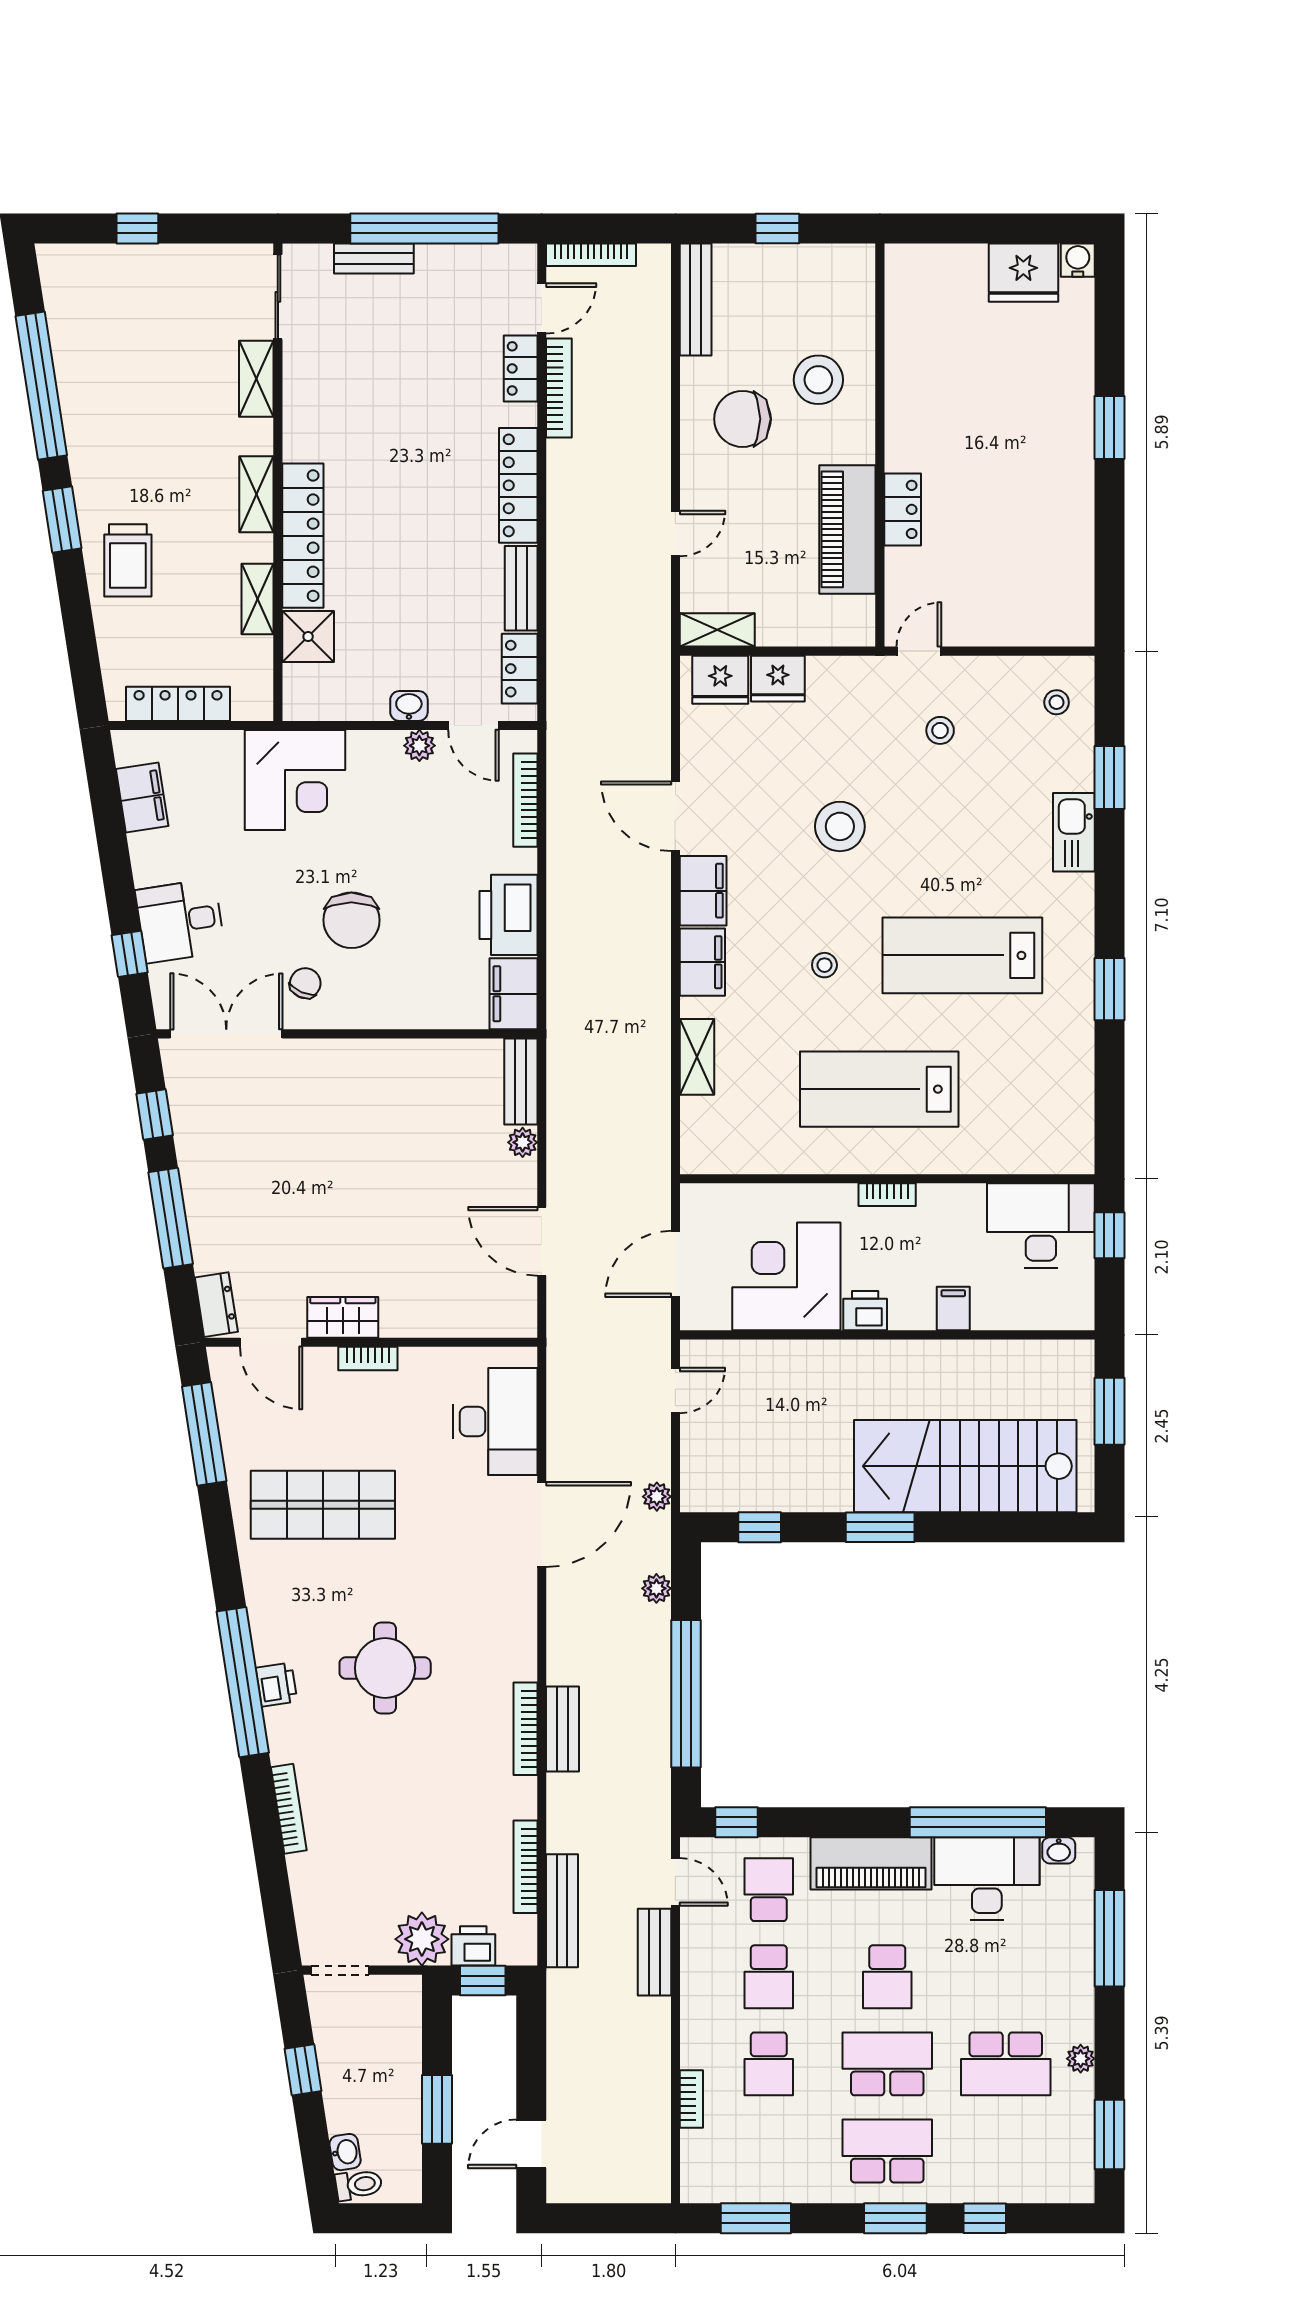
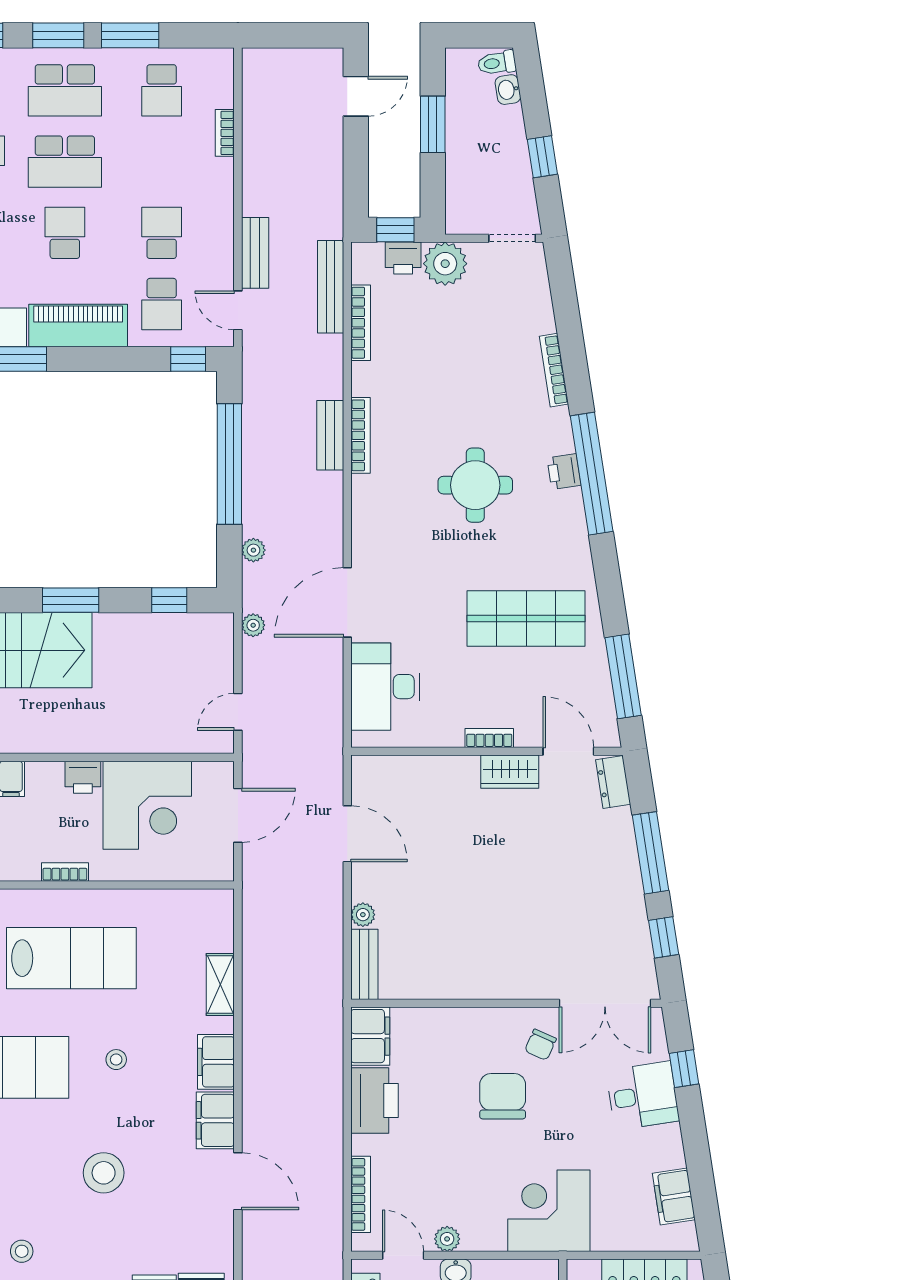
school desk: (769, 2064) -> (162, 90), moved, turned 180
window: (756, 2218) -> (130, 35), moved

